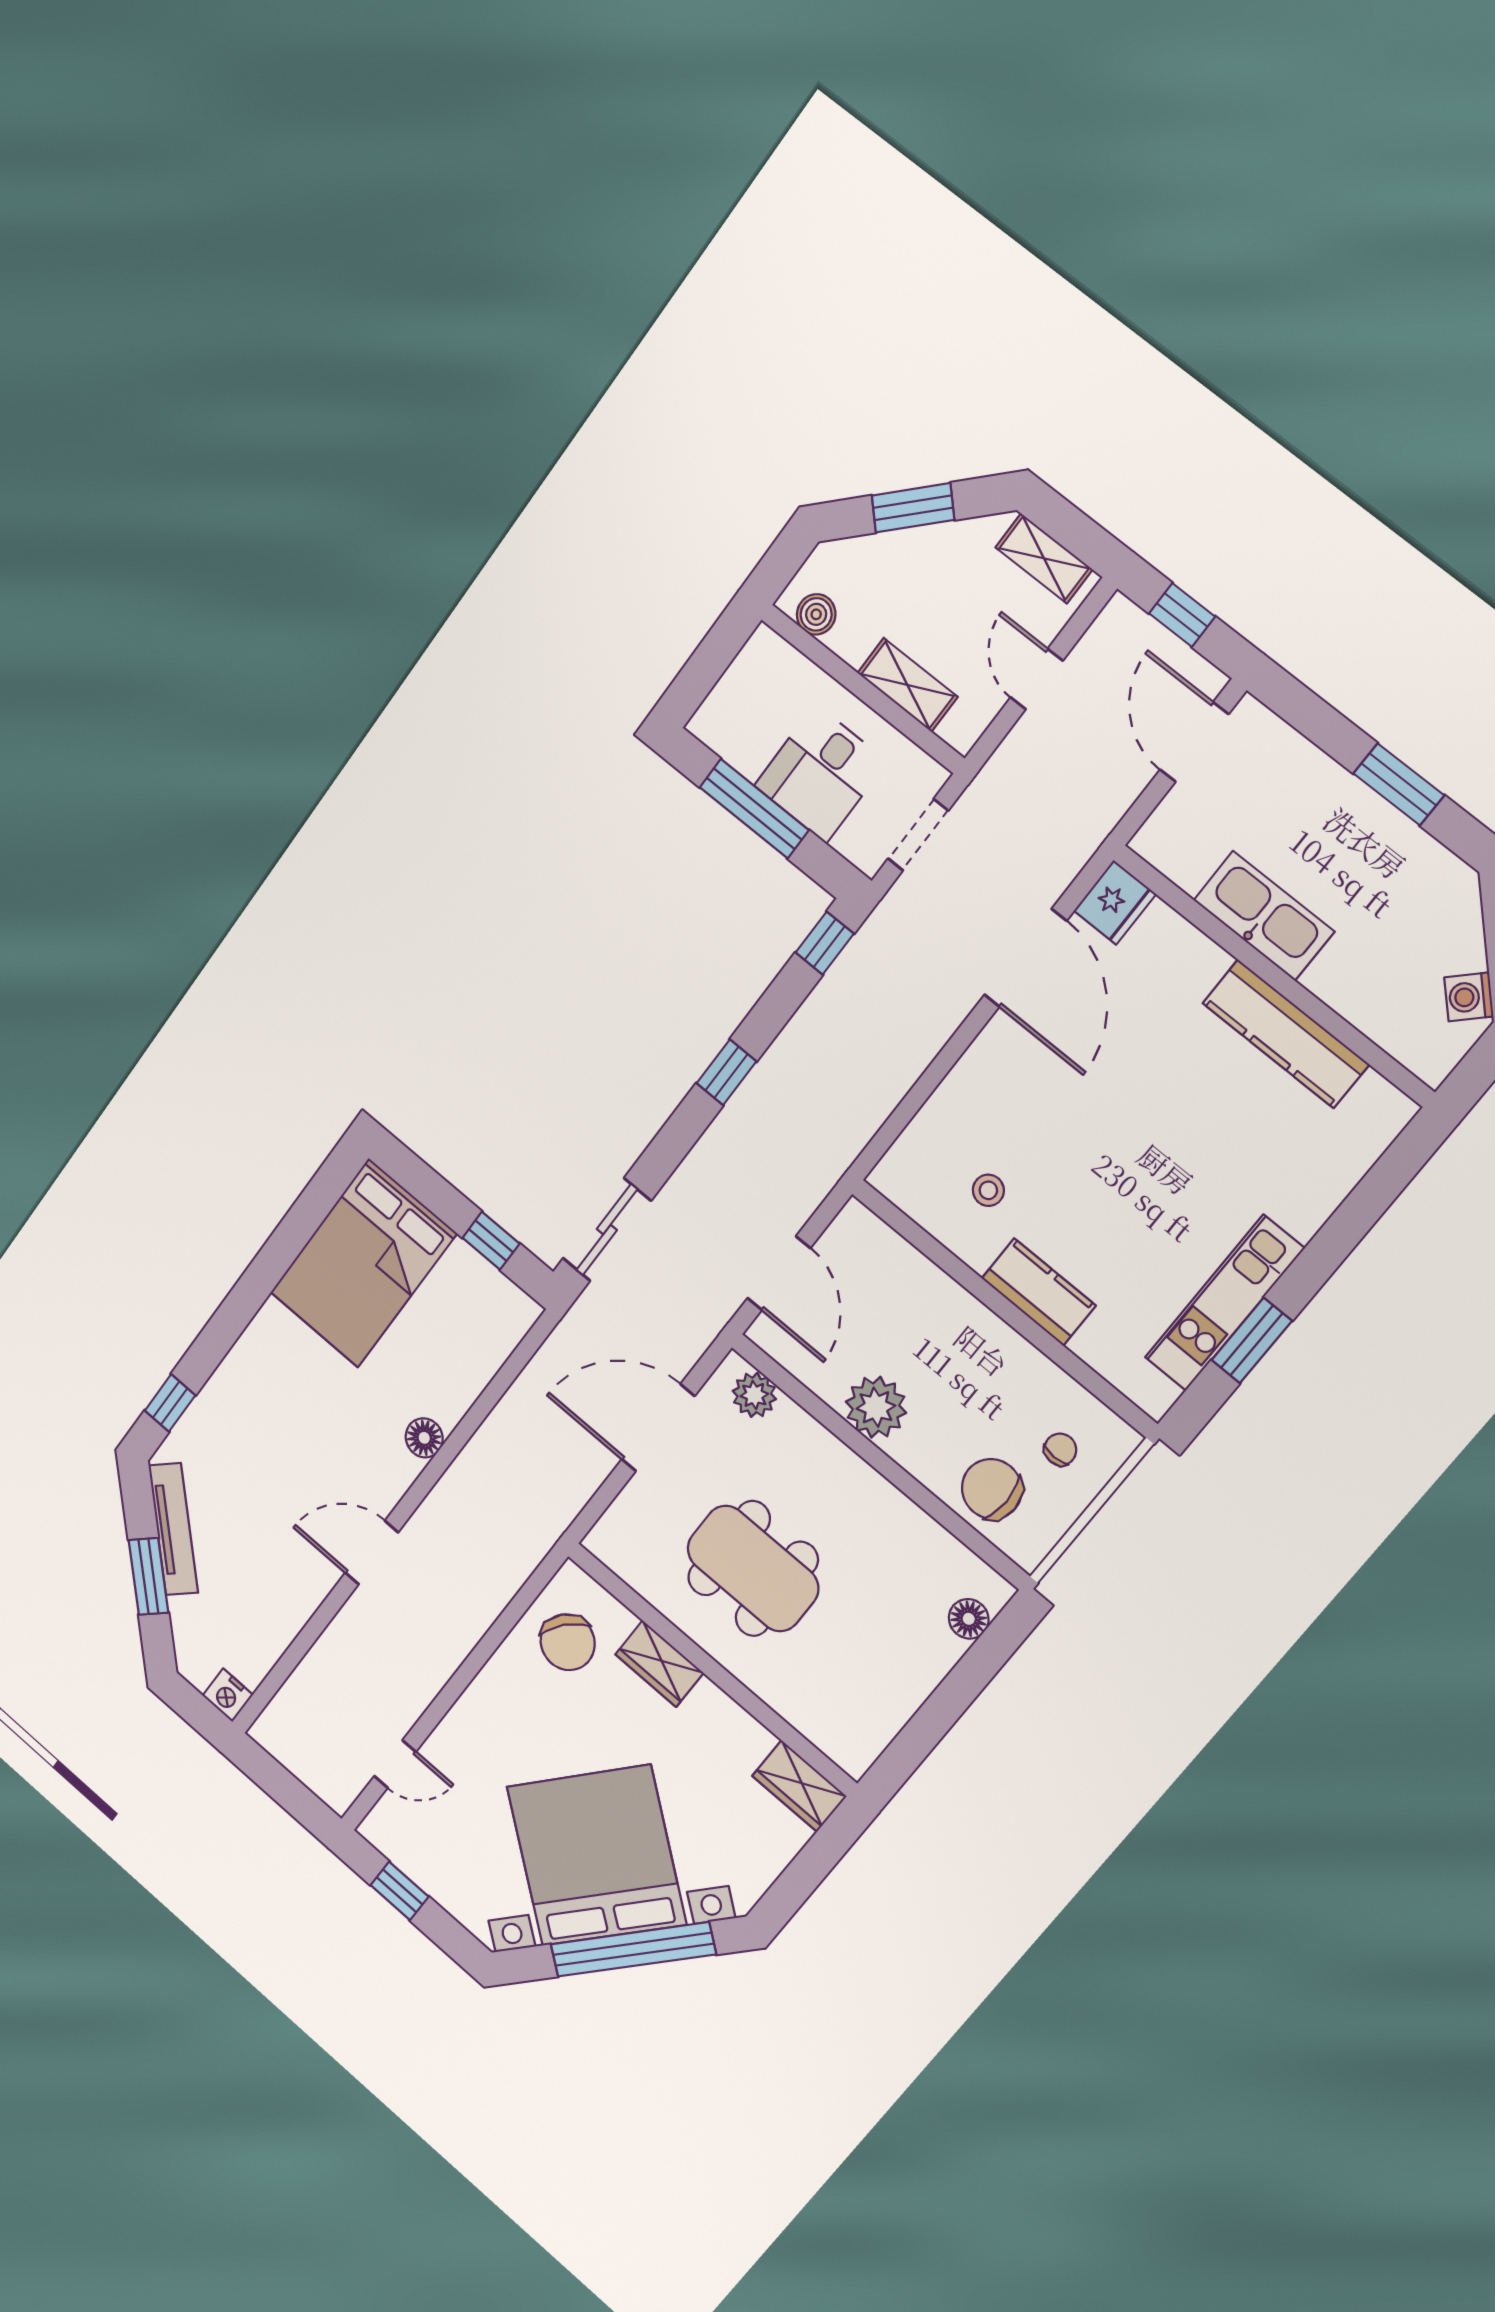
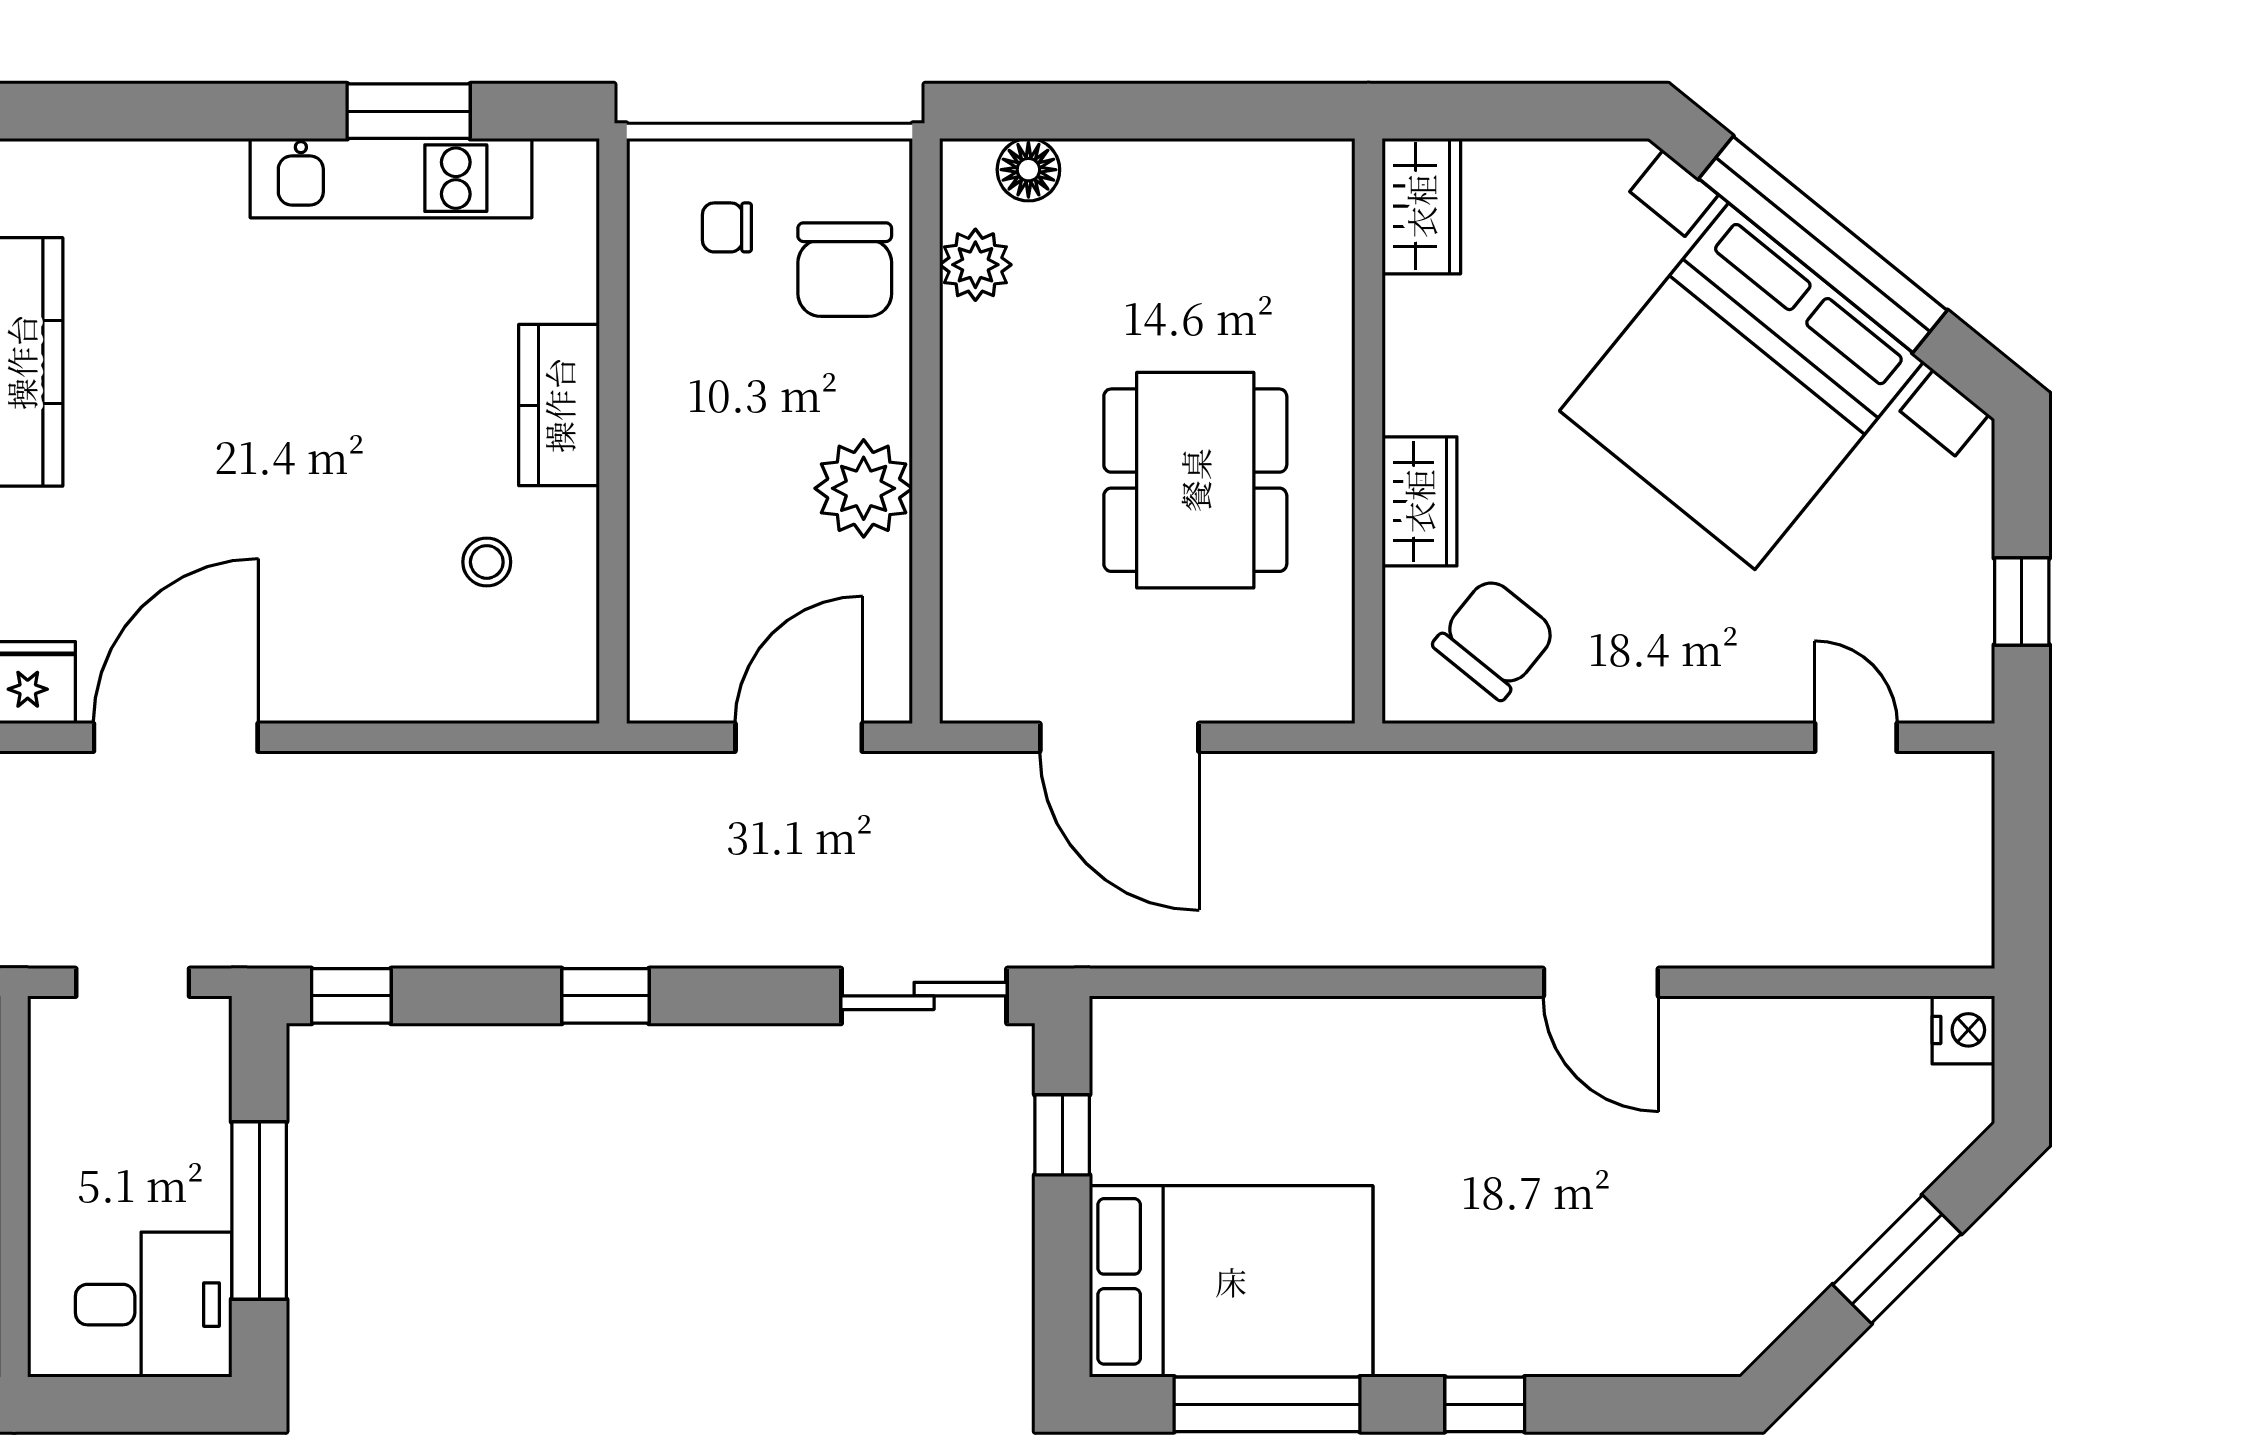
desk: (821, 774) -> (154, 1305), moved
window: (294, 1232) -> (1267, 1404), added
plant: (754, 1395) -> (975, 265), moved
window: (170, 1403) -> (1485, 1404), moved
floor lamp: (424, 1438) -> (1390, 1028), removed
tv unit: (173, 1529) -> (1803, 1273), removed

